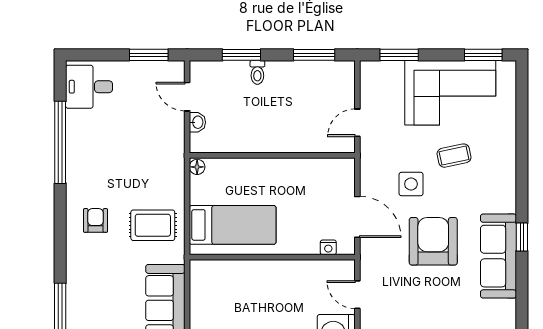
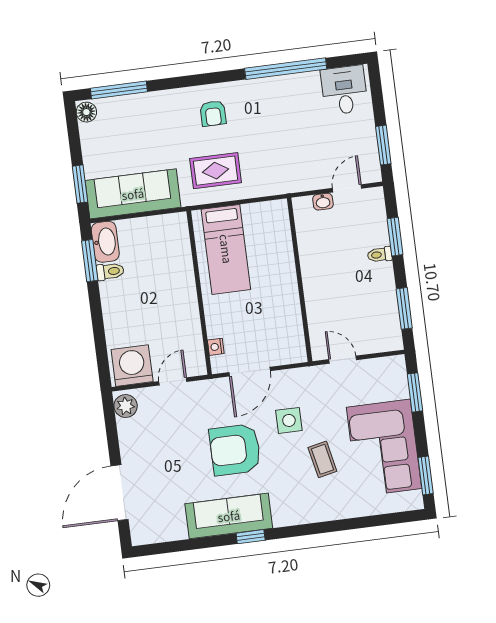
floor lamp: (197, 167) -> (279, 207), removed
armchair: (96, 220) -> (213, 113), turned 90
rug: (153, 225) -> (216, 171), turned 90
armchair: (433, 241) -> (235, 450), turned 180

